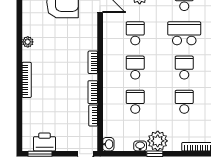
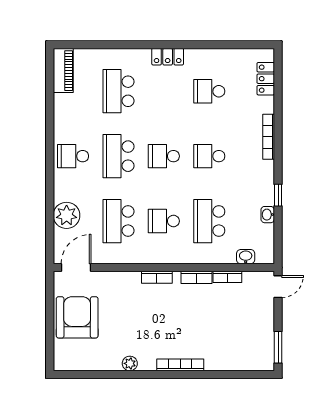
school desk: (135, 33) -> (118, 221), width x1.85
school desk: (135, 102) -> (209, 221), width x1.85
plant: (158, 141) -> (261, 191), removed
printer: (45, 142) -> (262, 341), removed
washbasin: (108, 144) -> (246, 257), moved

